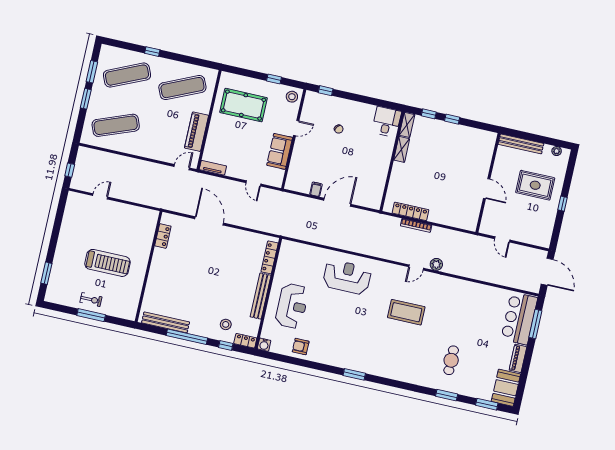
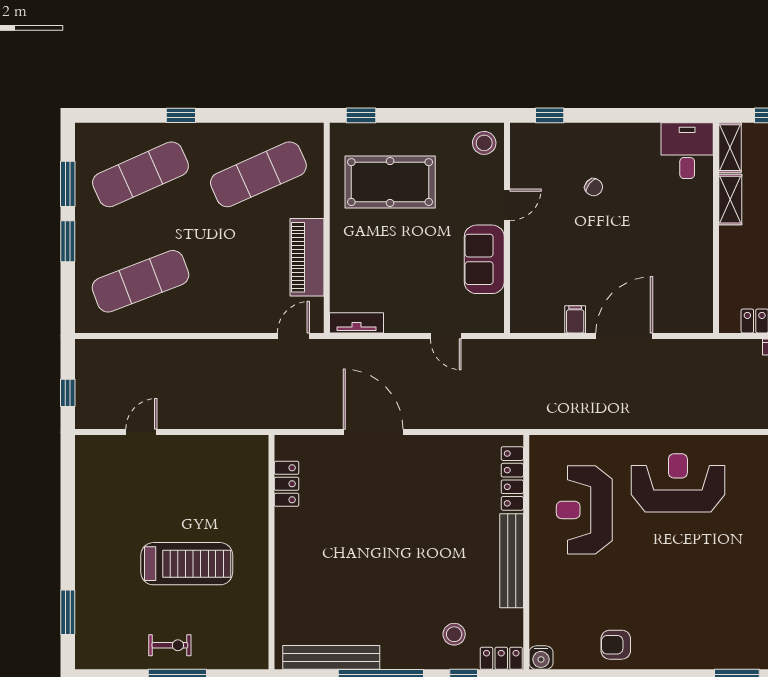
window: (274, 79) -> (361, 115), moved
reception desk: (292, 306) -> (584, 510), moved, turned 180

